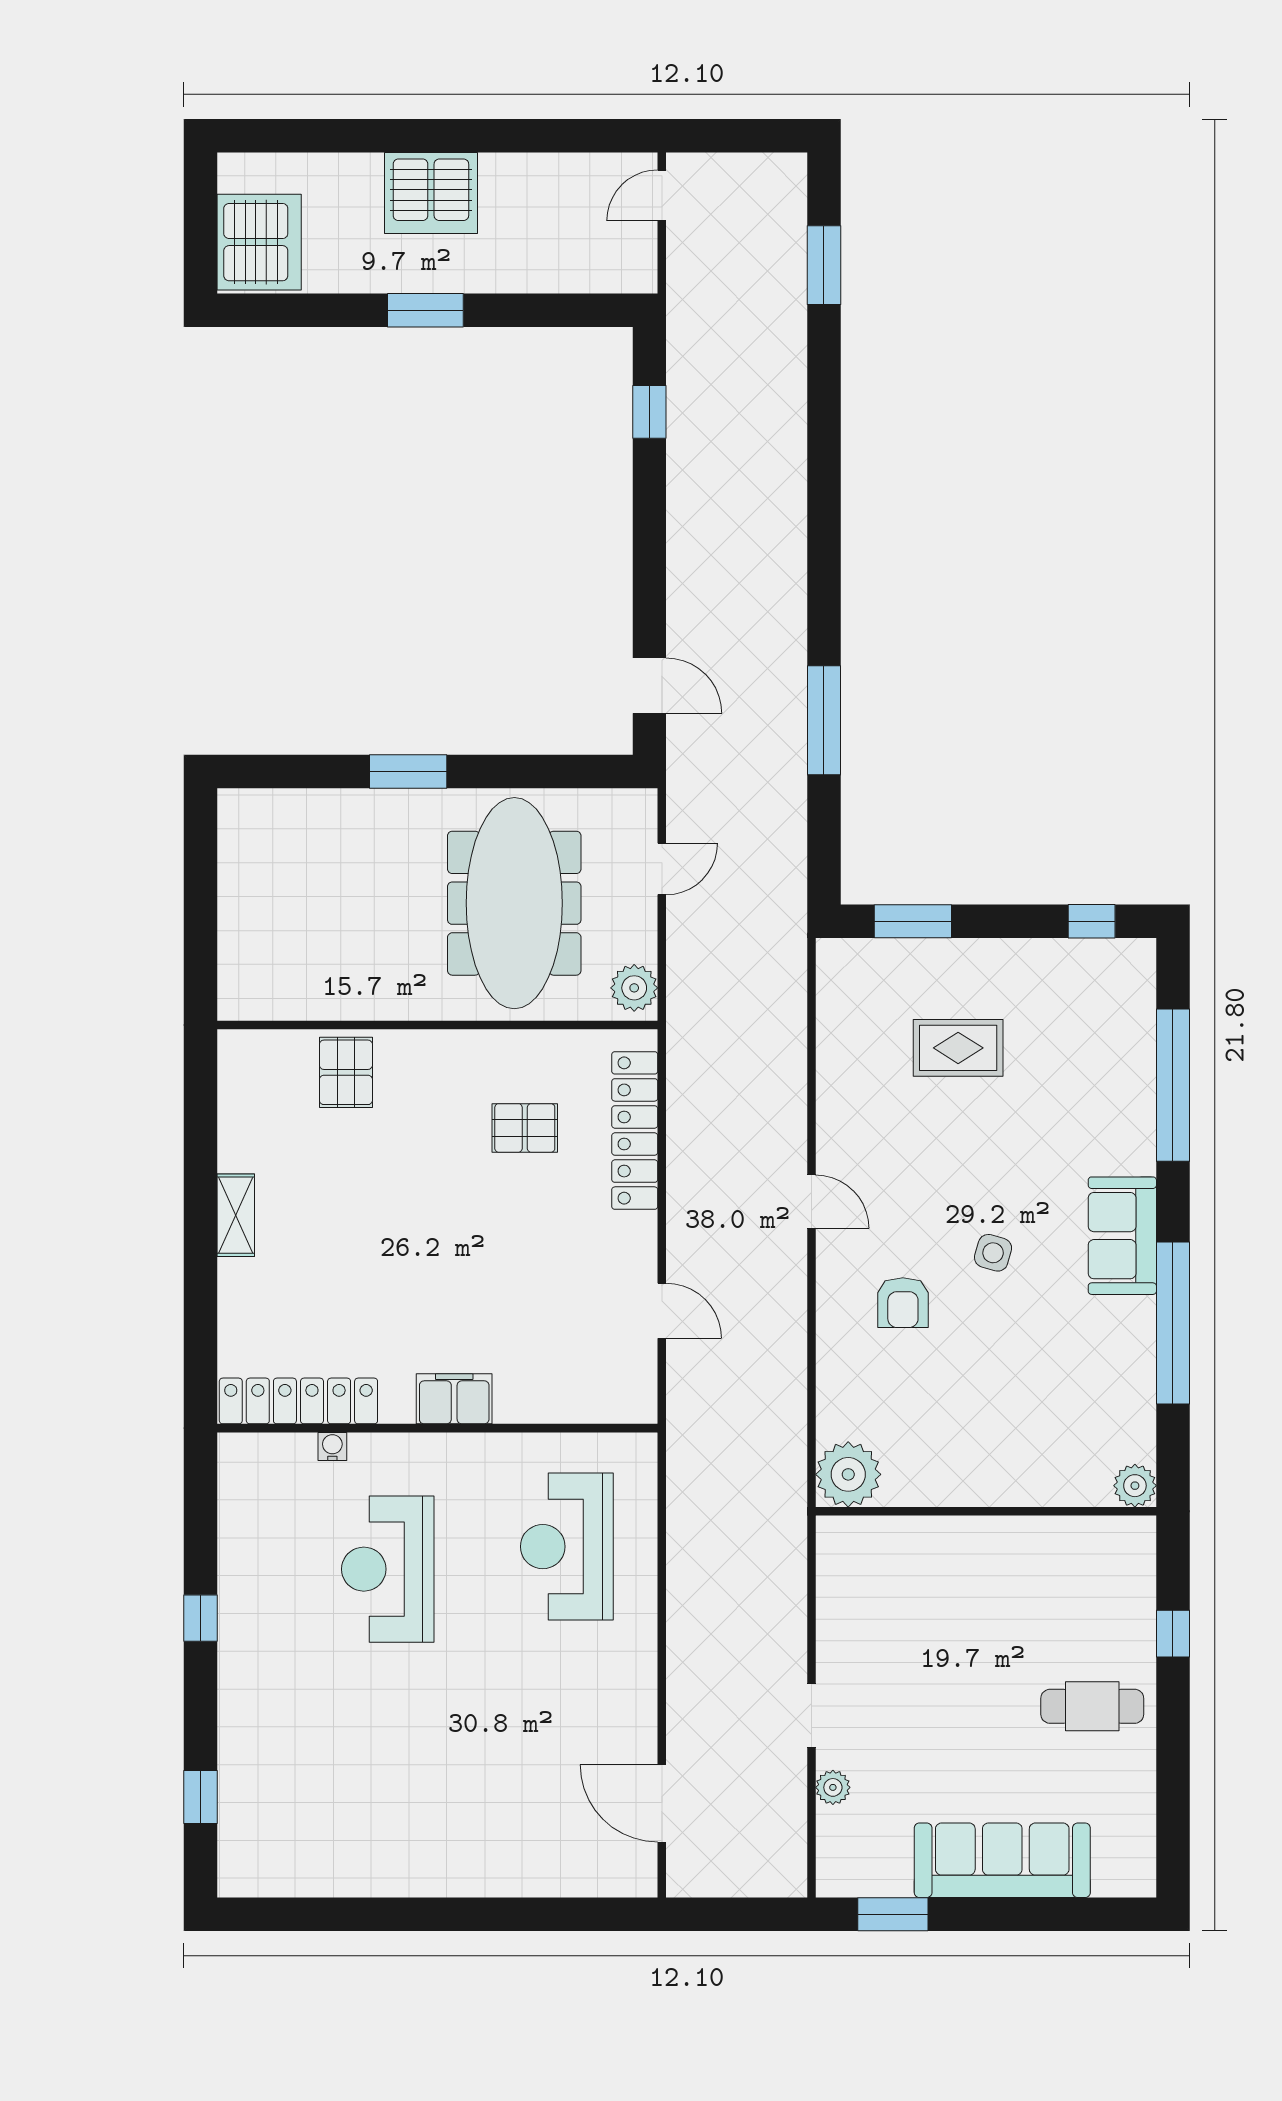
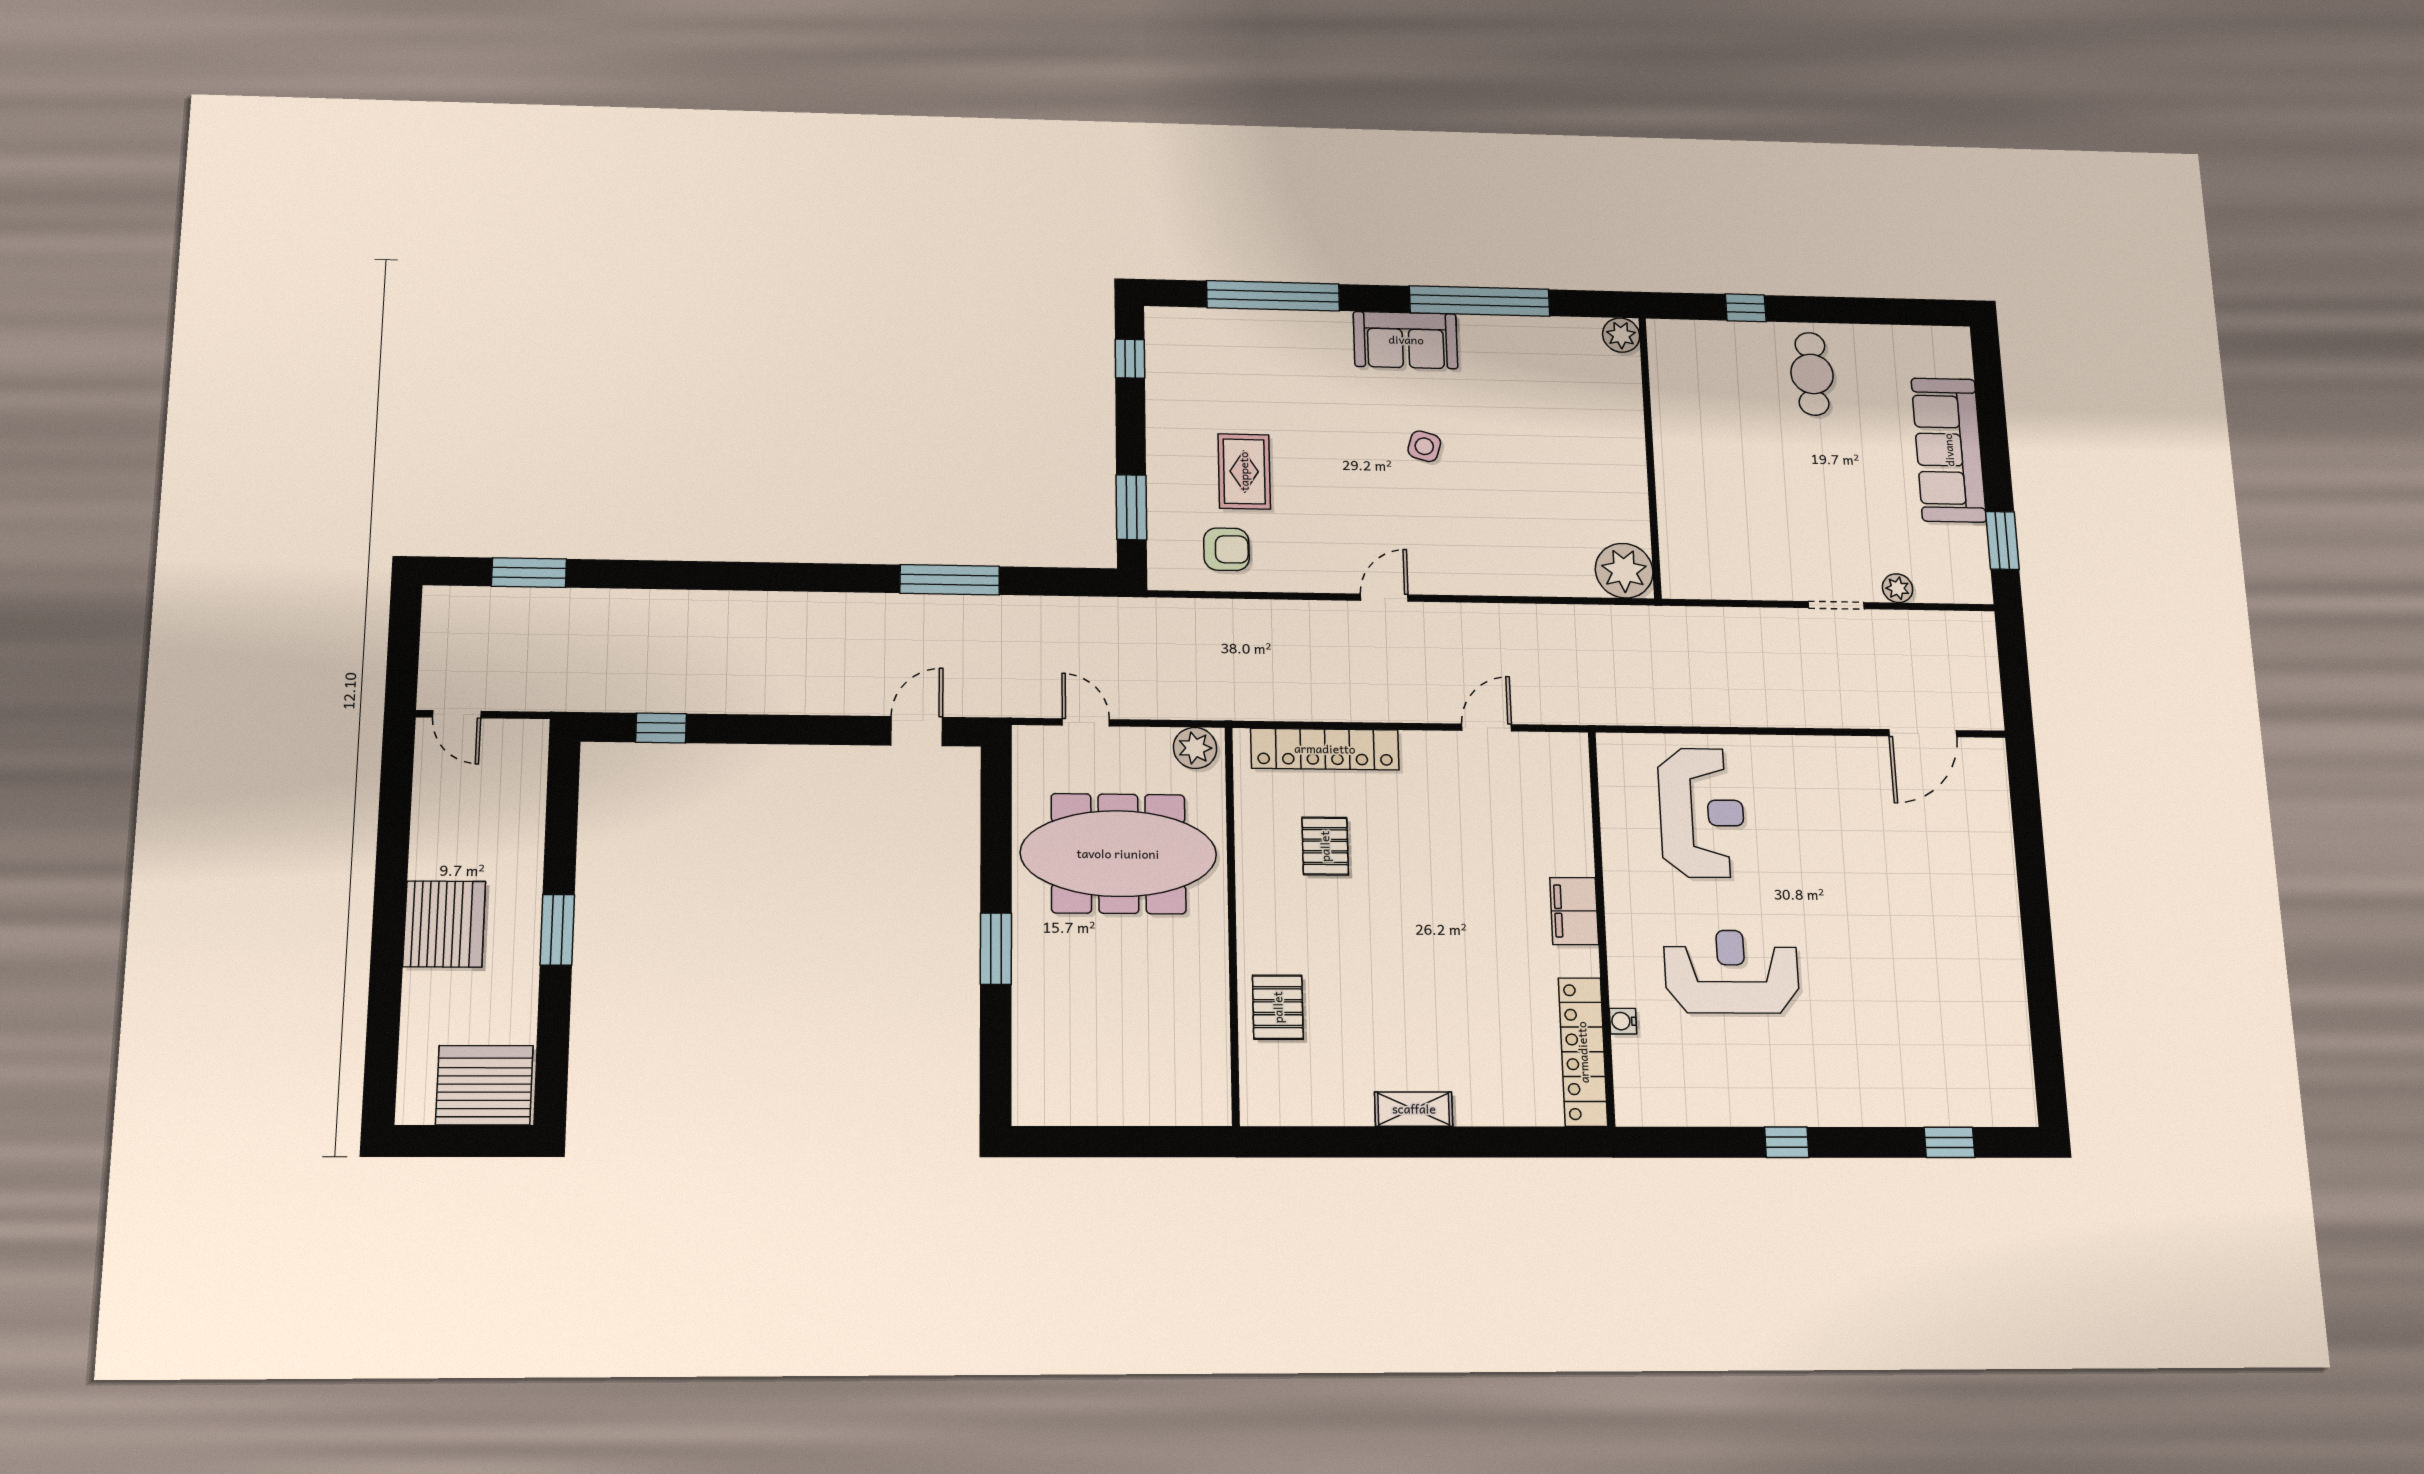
pallet: (346, 1072) -> (1278, 1007), turned 90
armchair: (903, 1303) -> (1226, 549), moved
reception desk: (567, 1547) -> (1702, 813), turned -90
reception desk: (388, 1569) -> (1731, 972), turned 180

